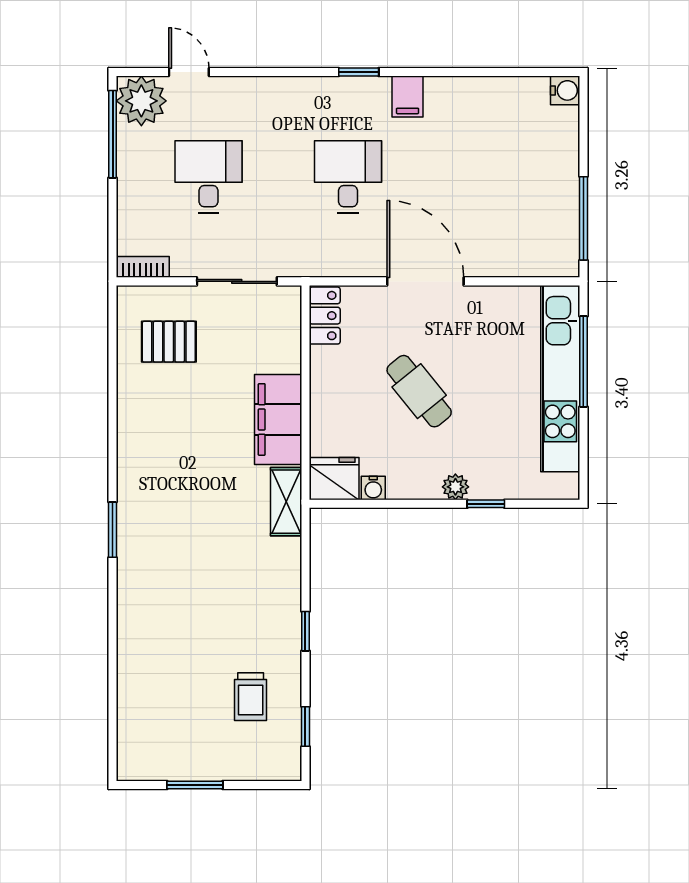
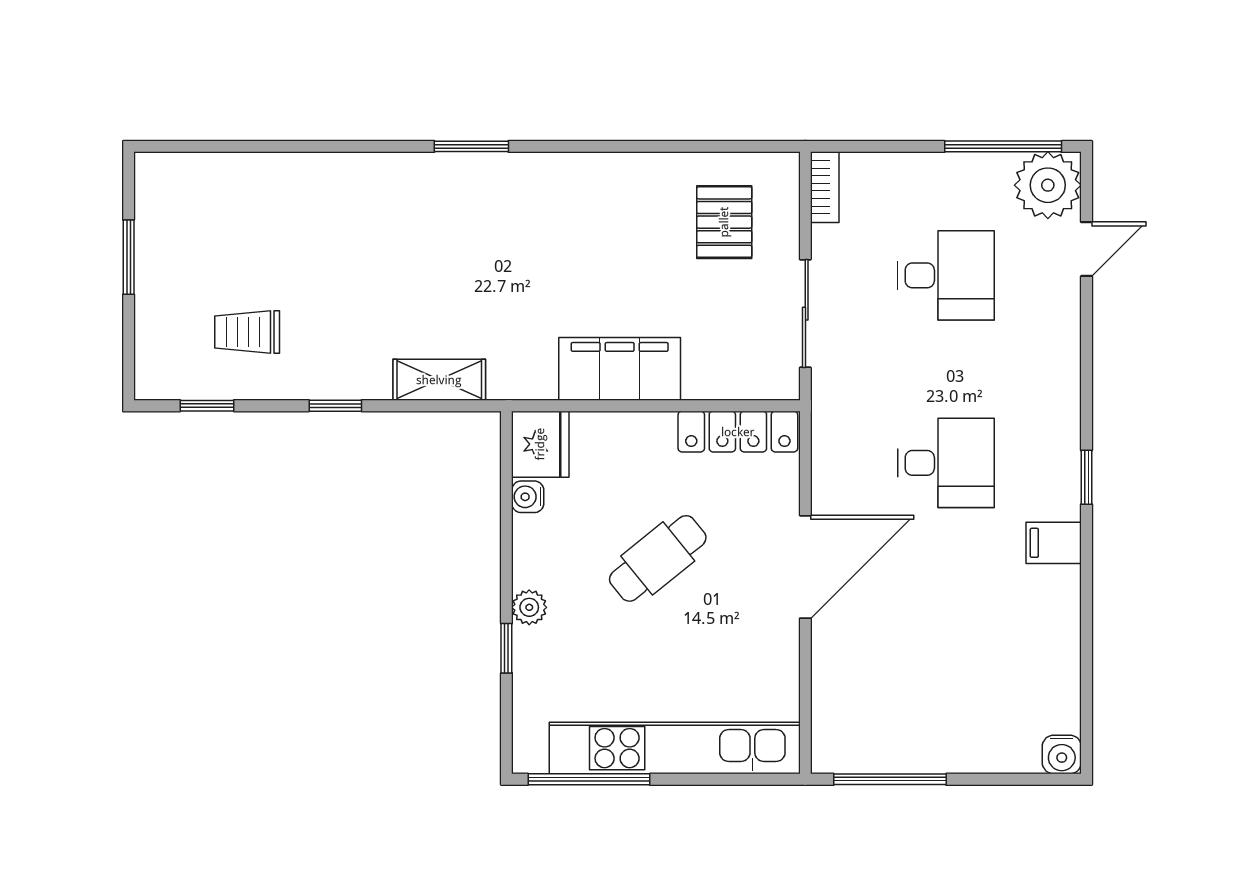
locker: (325, 316) -> (738, 432), width x1.53
window: (583, 361) -> (589, 779), moved
shelving: (286, 502) -> (439, 380), moved

